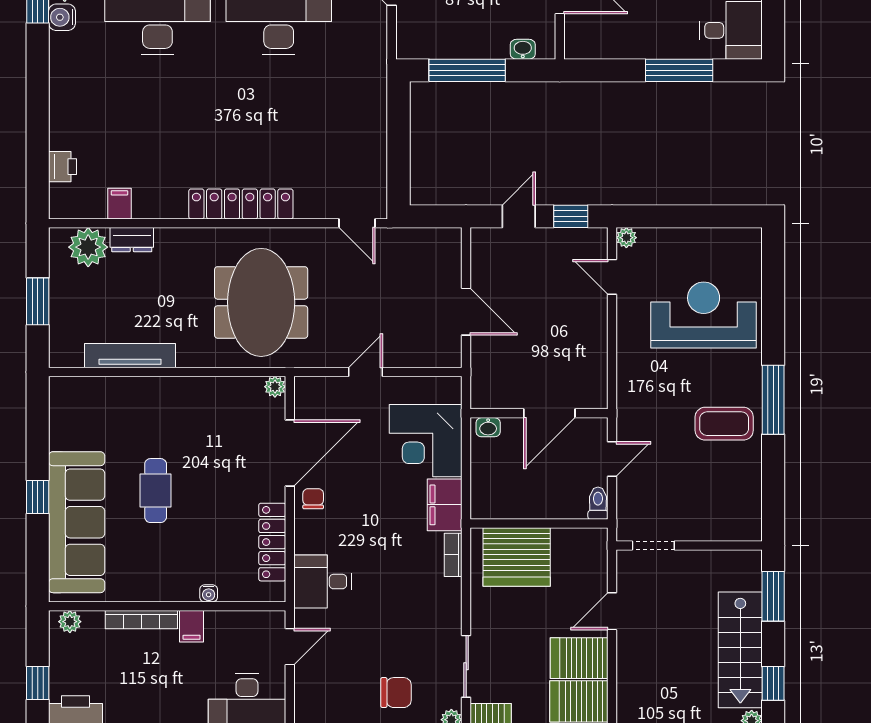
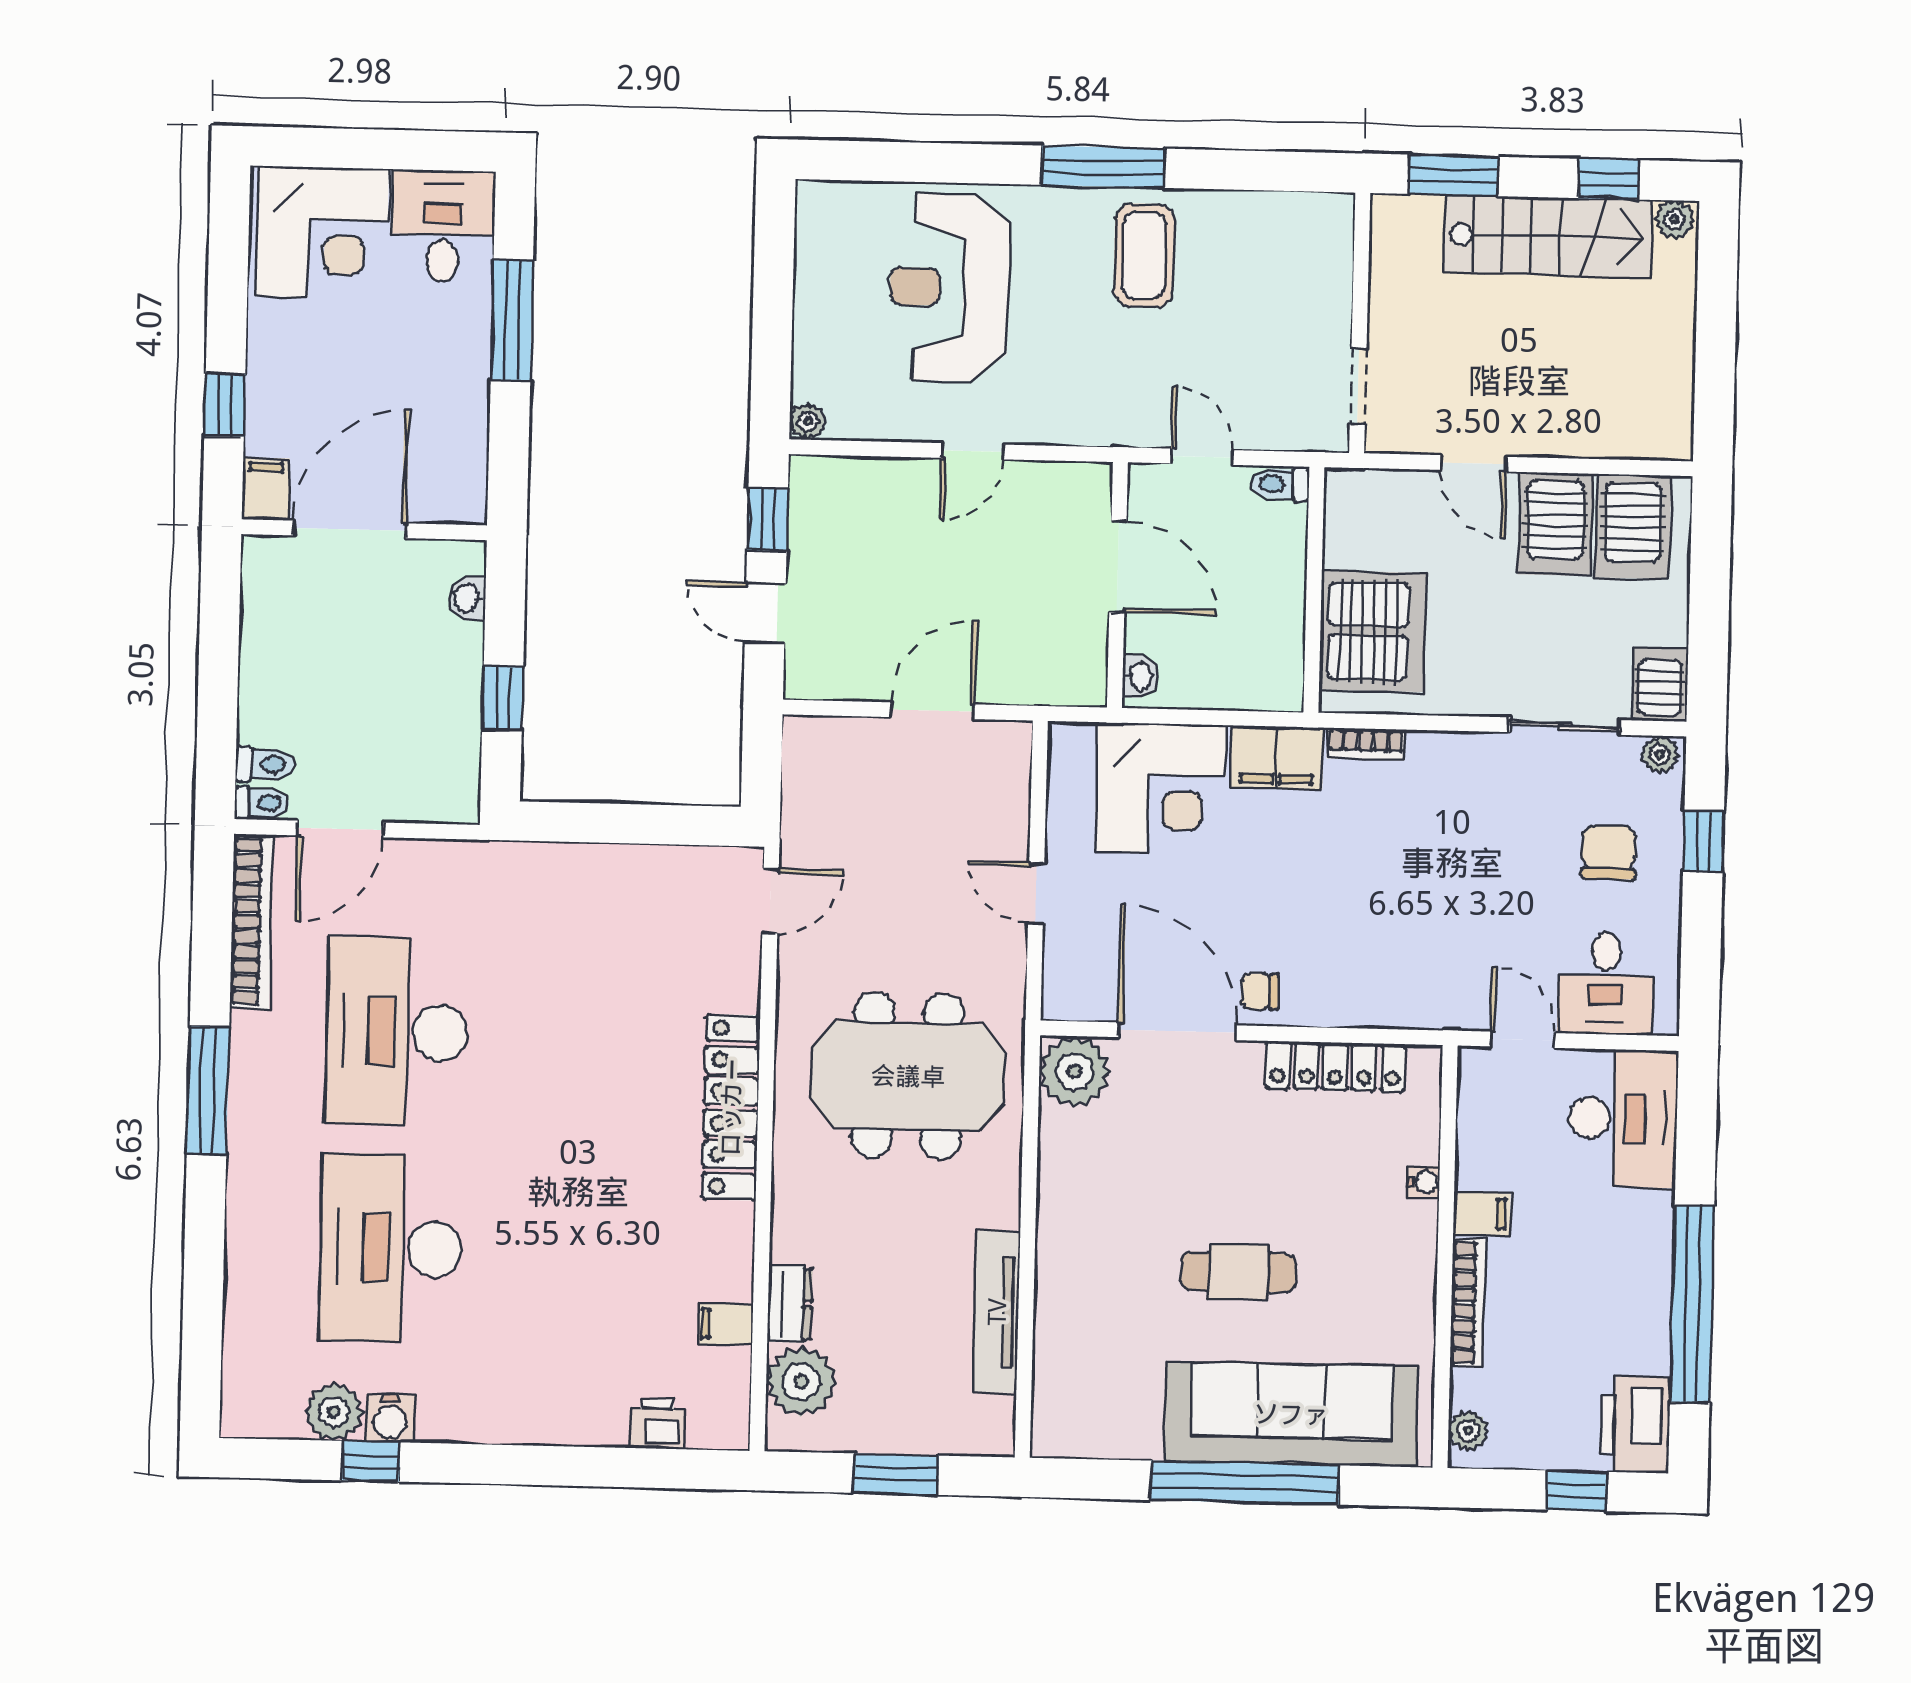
window: (467, 70) -> (503, 698), width x0.46
door: (612, 277) -> (972, 451), moved
plant: (275, 387) -> (1075, 1072), width x1.88, depth x1.88
window: (38, 497) -> (1245, 1483), width x3.17
desk: (322, 582) -> (1605, 983), moved

